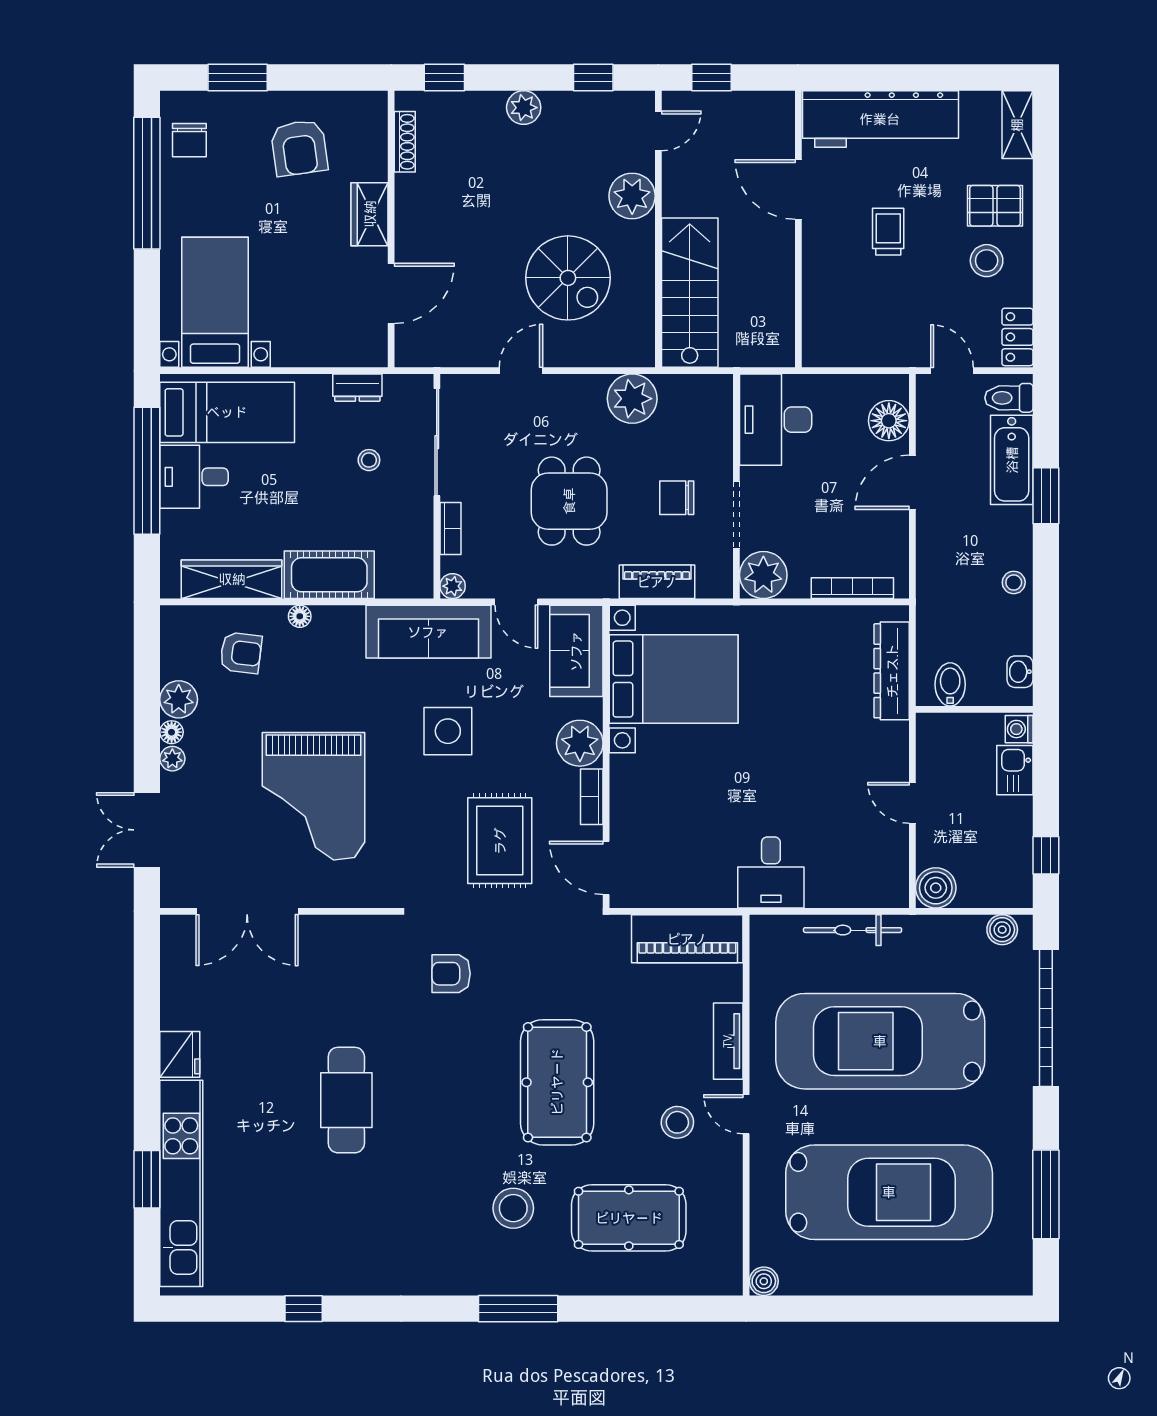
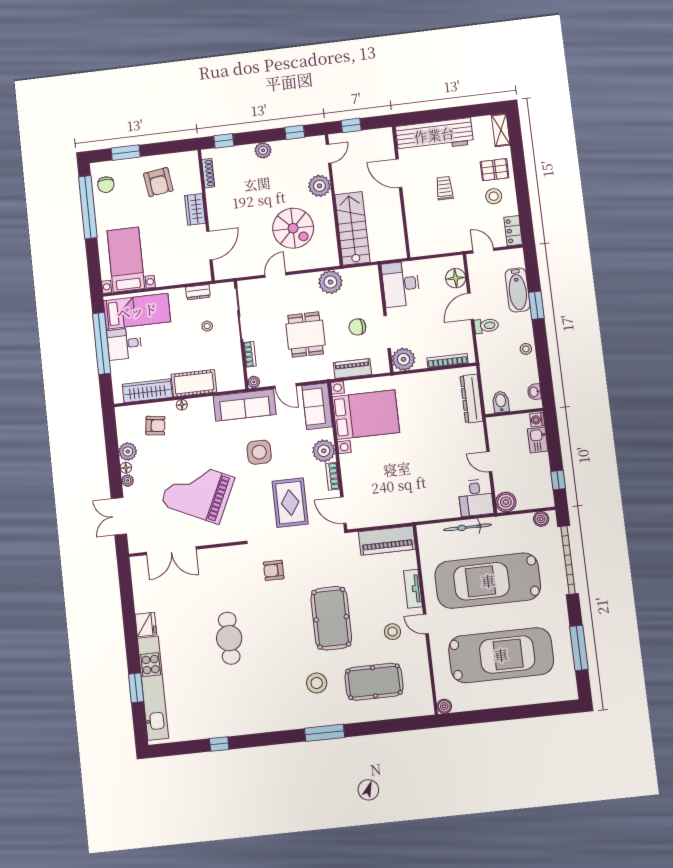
toilet: (1009, 398) -> (486, 326), moved, turned 180
grand piano: (313, 796) -> (198, 491), turned 115
desk: (771, 872) -> (476, 498), moved

